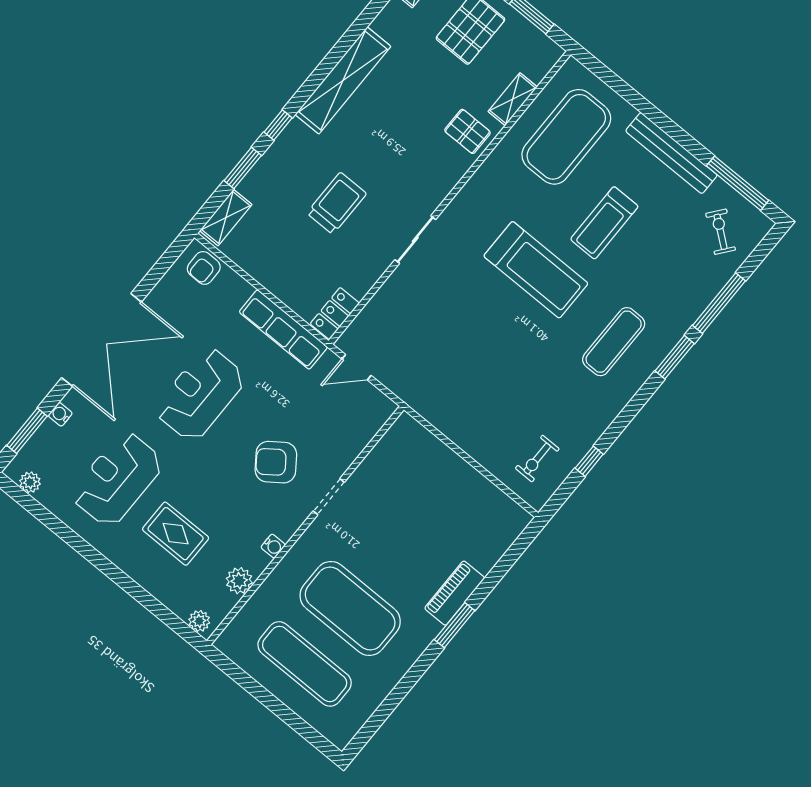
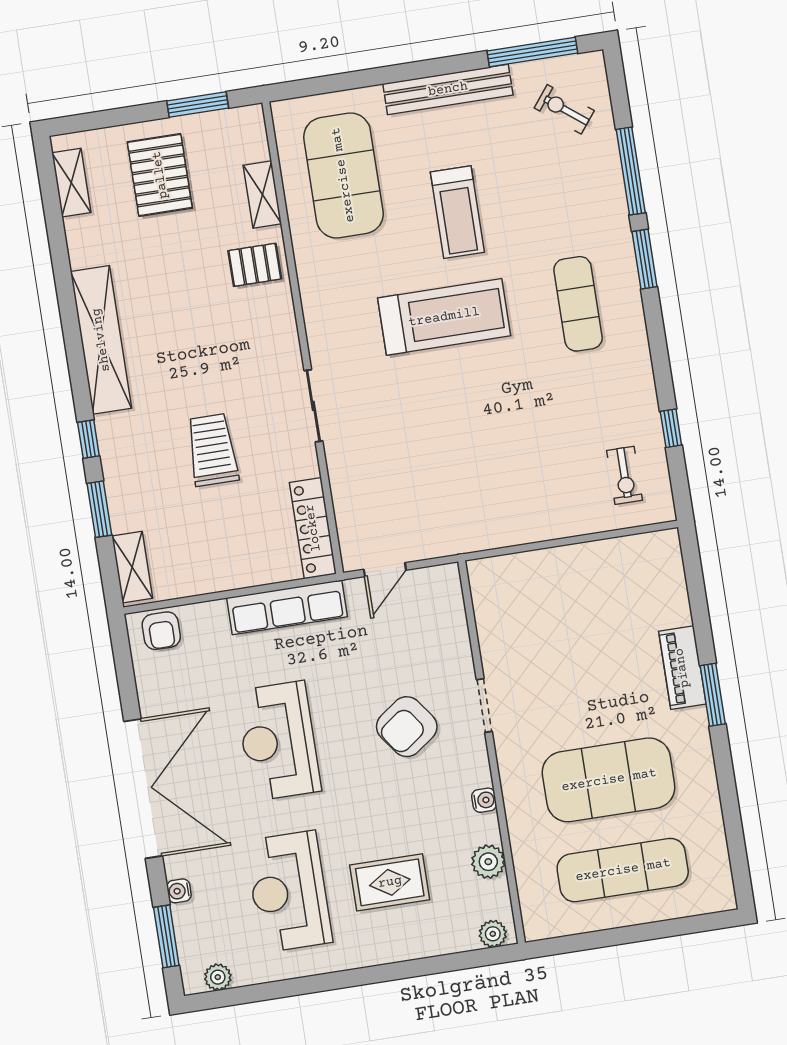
locker: (335, 314) -> (313, 528), width x1.53

